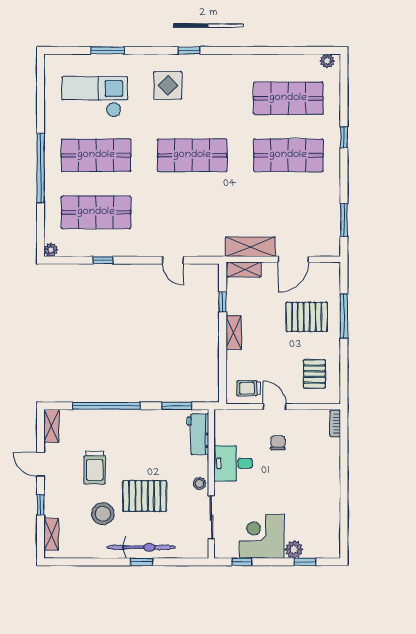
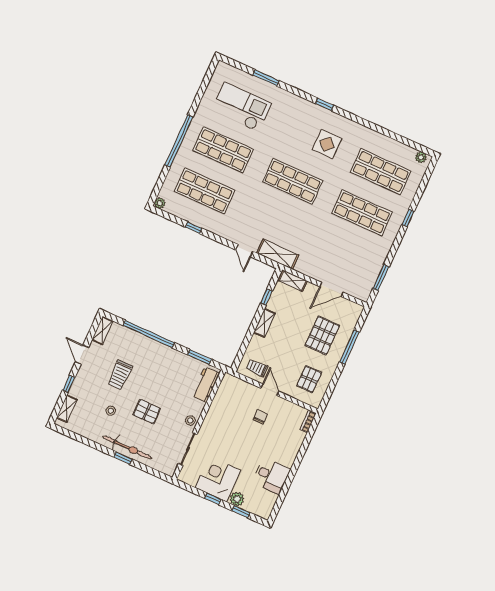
display table: (168, 85) -> (327, 144), moved
shelving: (250, 247) -> (278, 254), moved
pallet: (307, 317) -> (322, 335), turned 90
desk: (233, 463) -> (271, 476), moved, turned 180
pallet: (145, 496) -> (147, 412), width x0.67, depth x0.71
stool: (103, 514) -> (111, 411), width x0.53, depth x0.53
window: (242, 562) -> (213, 499), moved

